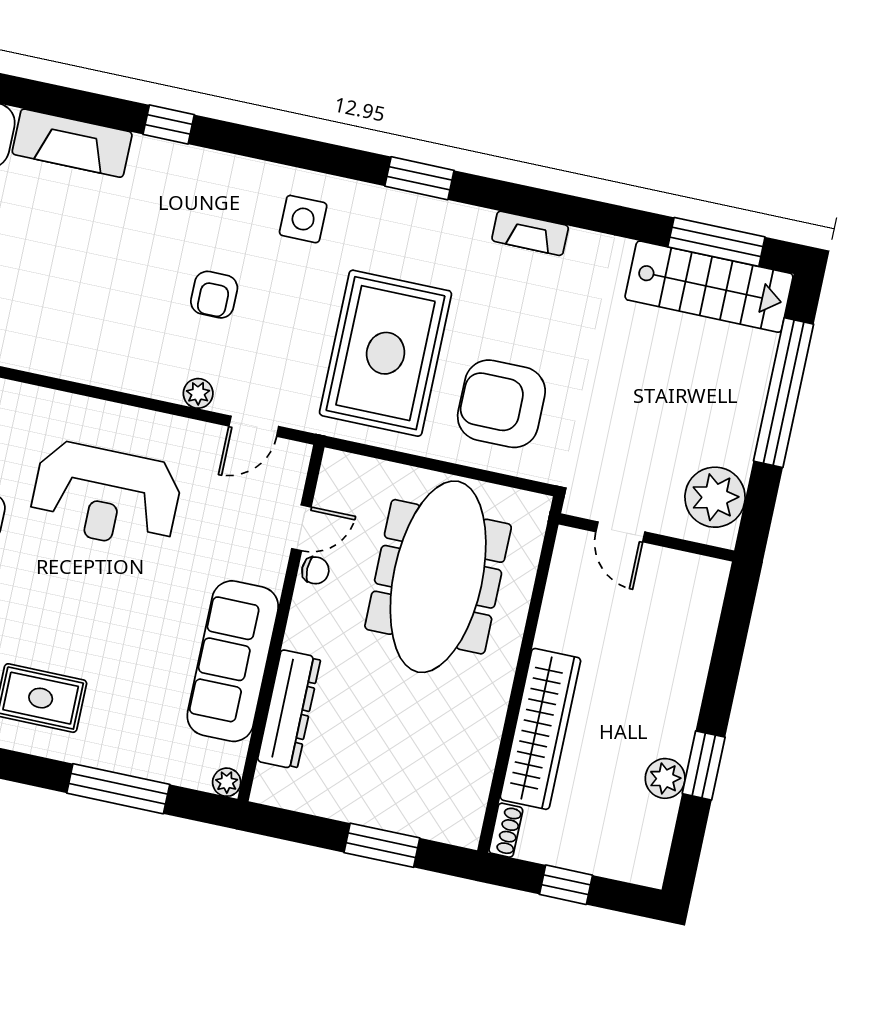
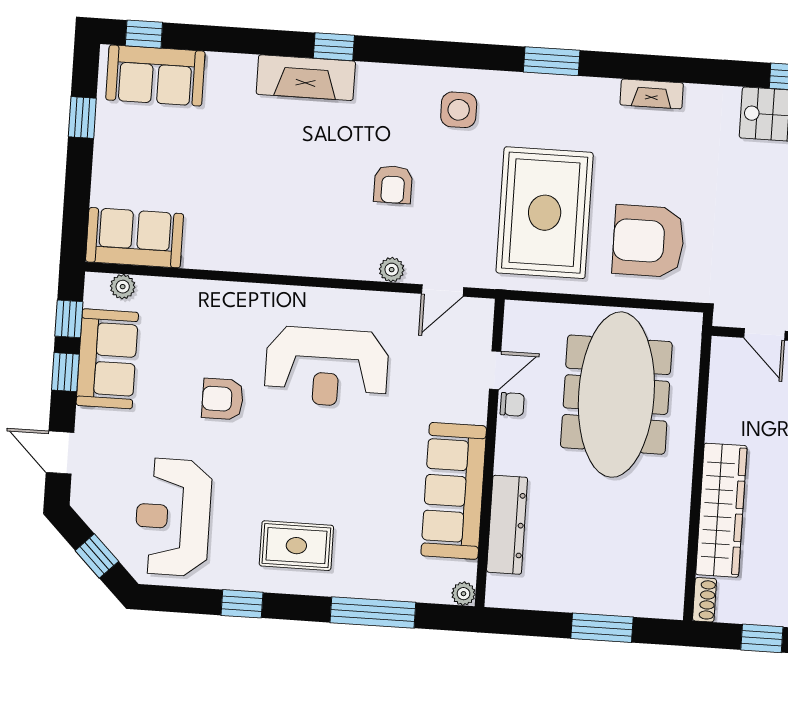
fireplace: (72, 143) -> (306, 78), moved

